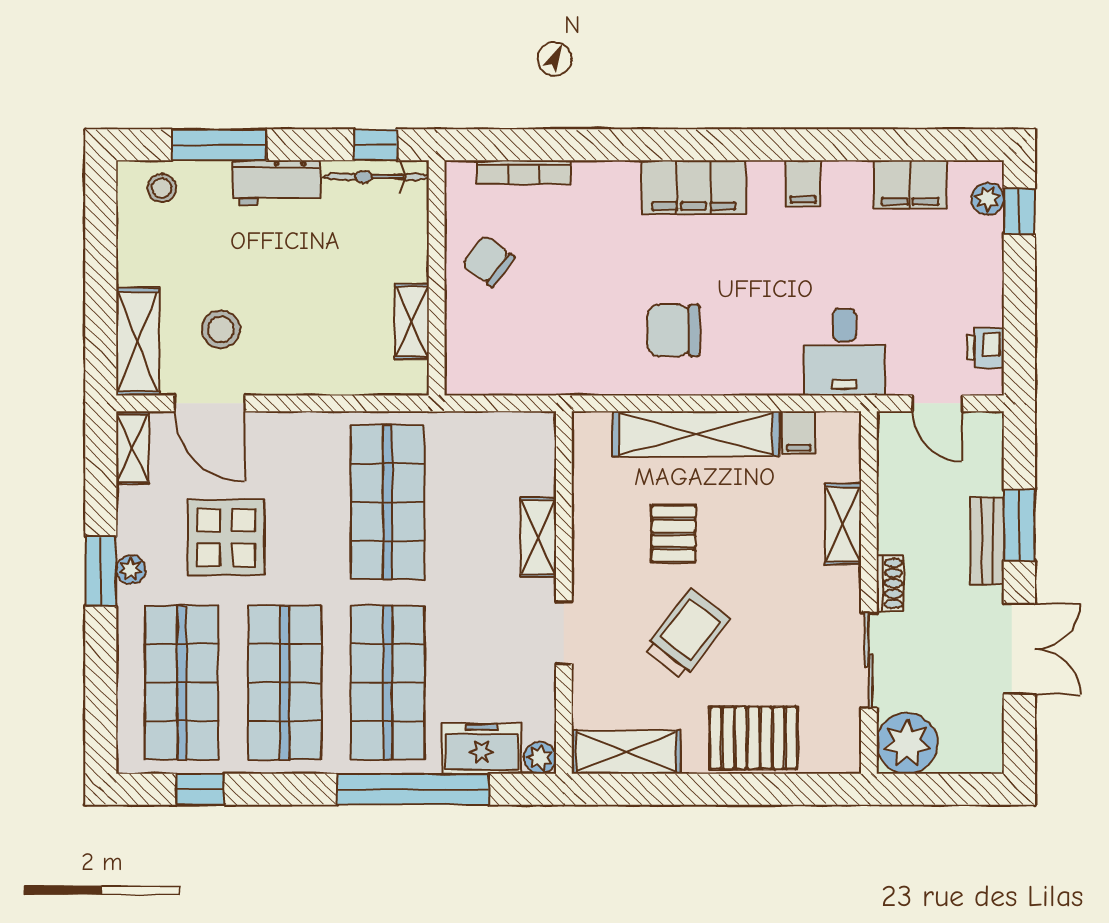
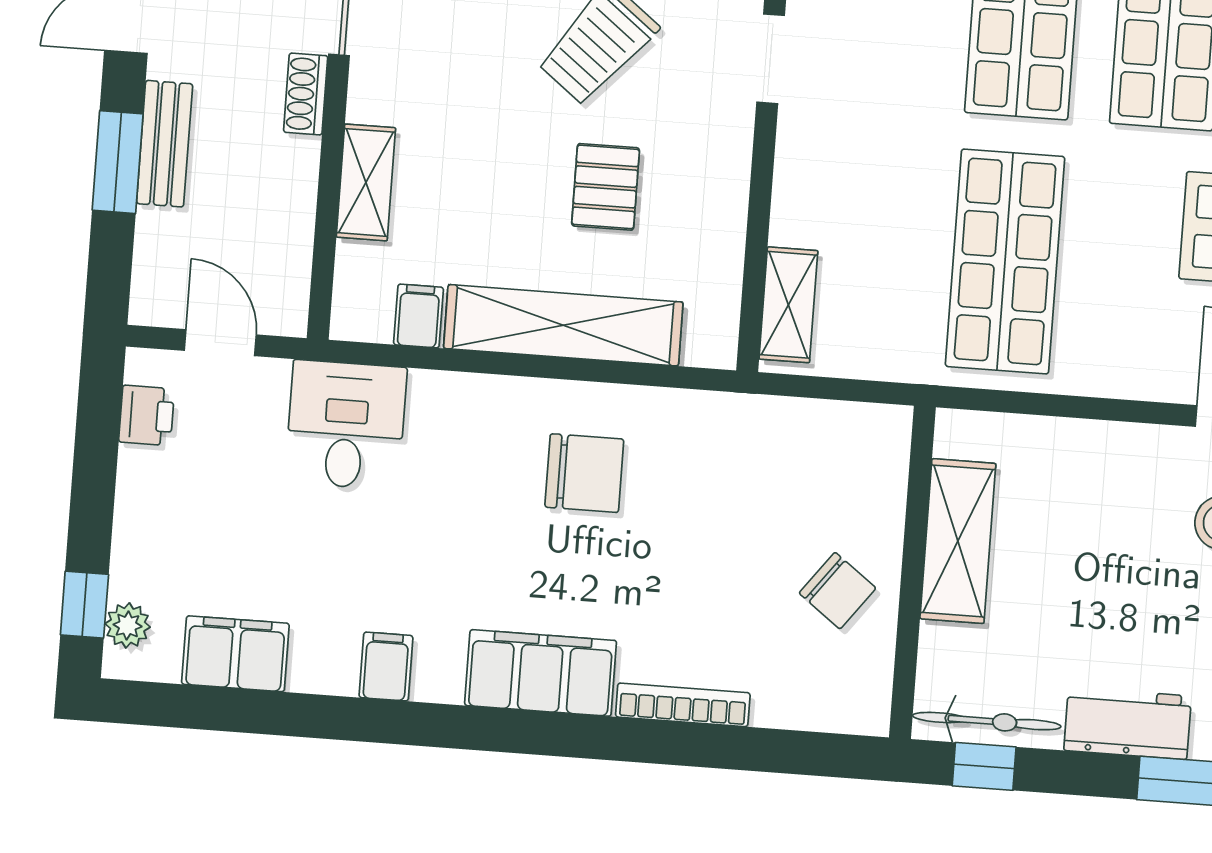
bookcase: (524, 172) -> (683, 705), moved
shelving: (412, 321) -> (958, 541), width x1.50, depth x1.33
shelving: (538, 537) -> (788, 305), moved

